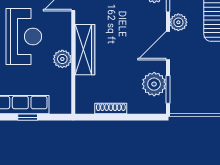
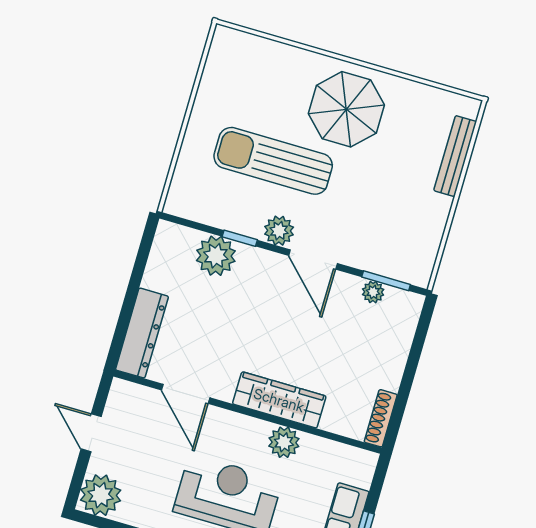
plant: (154, 84) -> (373, 292), width x0.53, depth x0.53
shoe rack: (111, 109) -> (381, 418), moved

